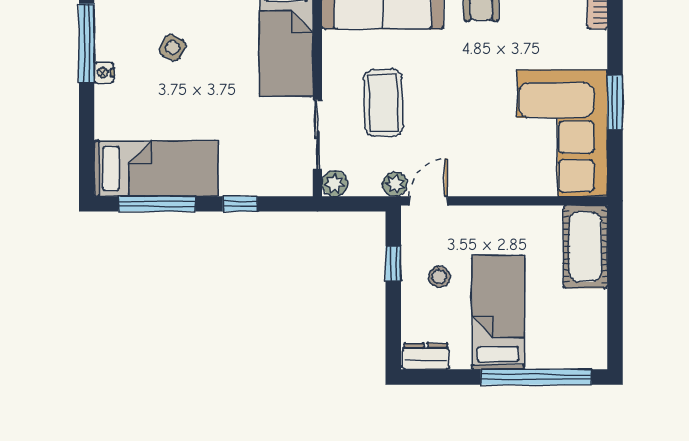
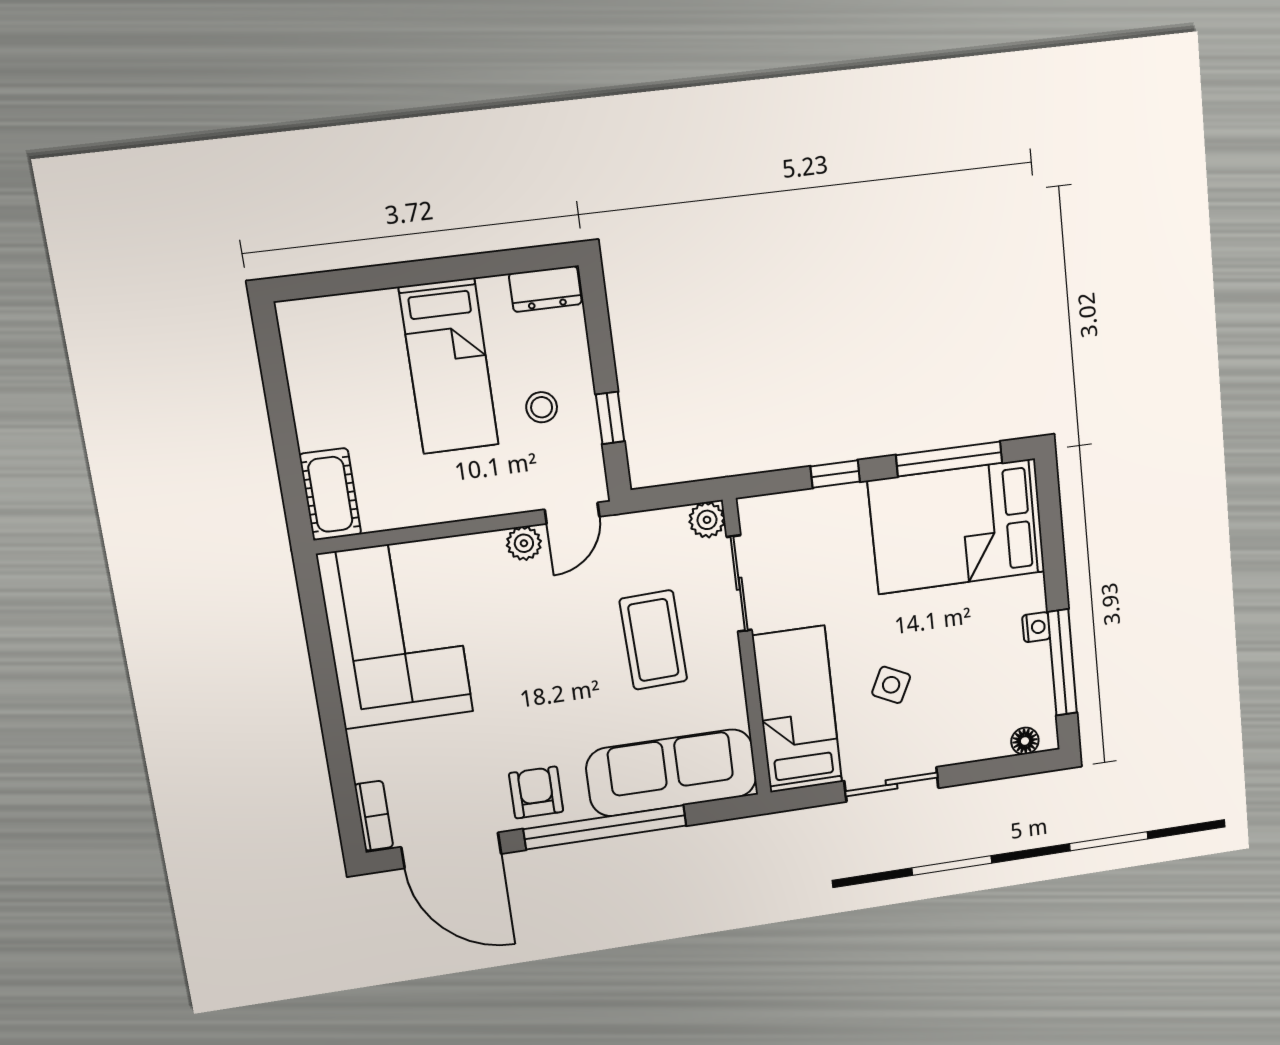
side table: (172, 48) -> (891, 685), moved
window: (615, 102) -> (326, 686), removed
bed: (156, 168) -> (957, 526), width x1.50
plant: (395, 184) -> (524, 543), moved
cot: (585, 247) -> (330, 494), width x0.73, depth x0.75
window: (536, 377) -> (378, 277), removed

